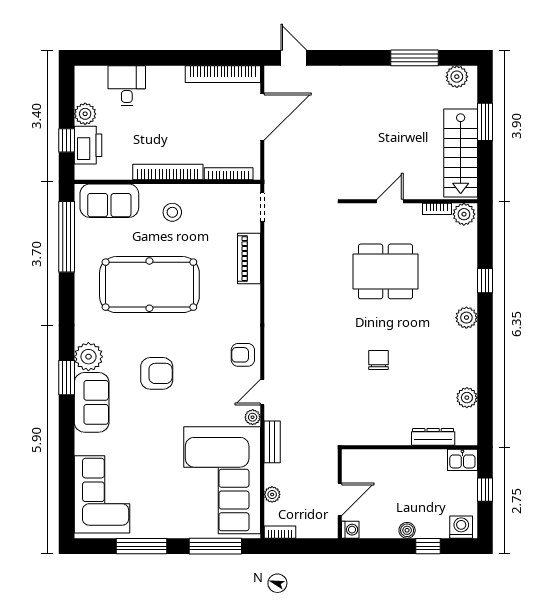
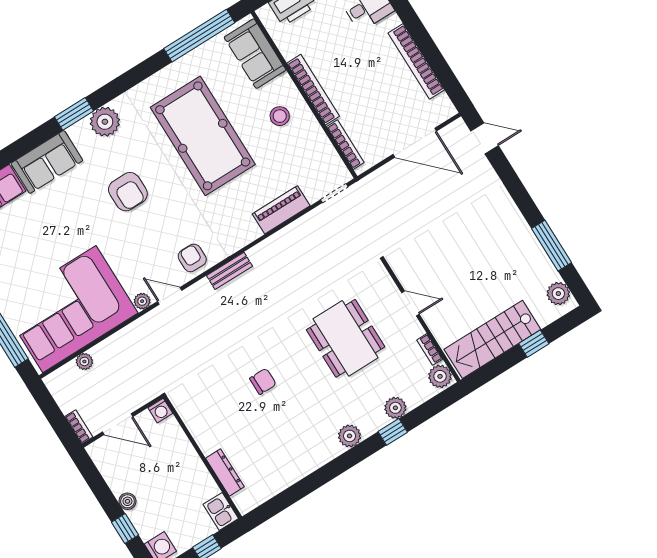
door: (294, 58) -> (484, 138), hinge flipped
bookcase: (223, 74) -> (416, 61), moved
window: (485, 122) -> (534, 344), width x0.67
plant: (467, 398) -> (395, 408), moved
sofa: (92, 402) -> (47, 162), moved
bench: (272, 442) -> (229, 271), moved
washing machine: (350, 530) -> (160, 411), moved
bookcase: (280, 532) -> (79, 427), moved

